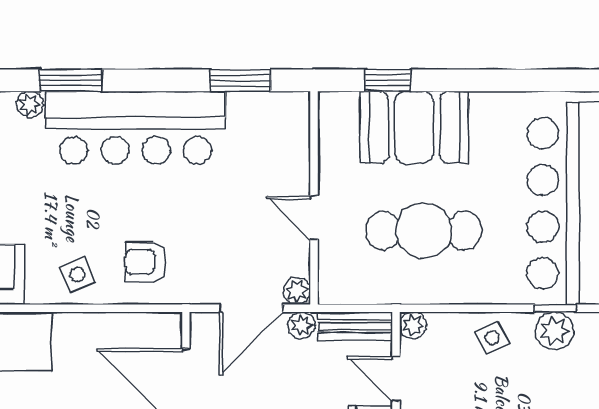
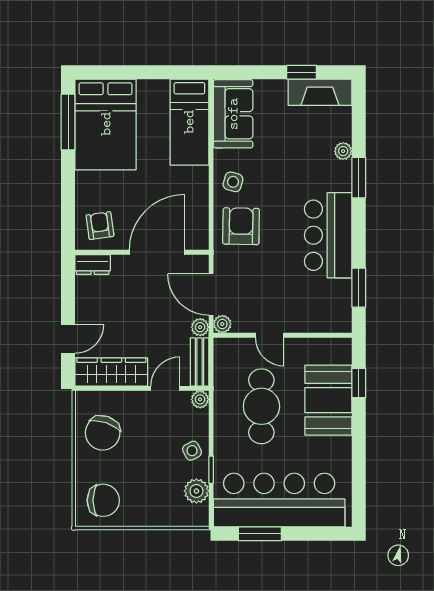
bar counter: (136, 128) -> (328, 235), width x0.73
door: (314, 218) -> (270, 335), swing flipped
armchair: (146, 262) -> (241, 226), width x1.38, depth x1.38
side table: (77, 274) -> (233, 182), turned 38
window: (555, 308) -> (211, 470), moved

